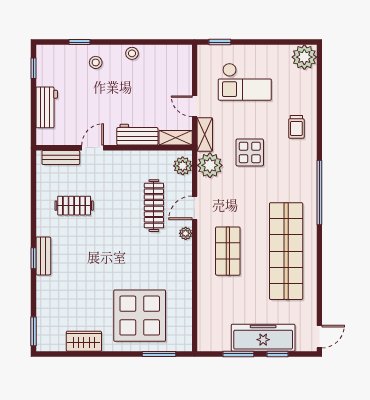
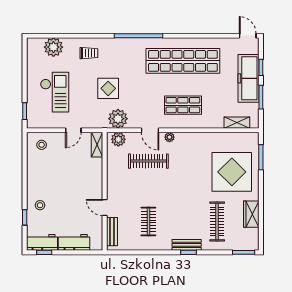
stool: (132, 53) -> (42, 145), moved
plant: (304, 57) -> (53, 47), moved
shelving: (205, 134) -> (237, 123), moved
workbench: (137, 135) -> (42, 242), moved, turned 90
clothes rail: (74, 296) -> (217, 222), added

